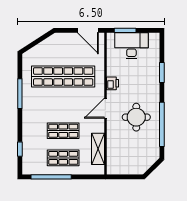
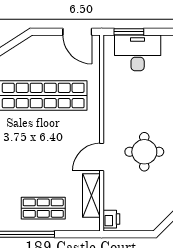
printer: (112, 83) -> (111, 219), moved
door: (105, 108) -> (102, 157), moved
shop shelf: (63, 131) -> (43, 171), removed

